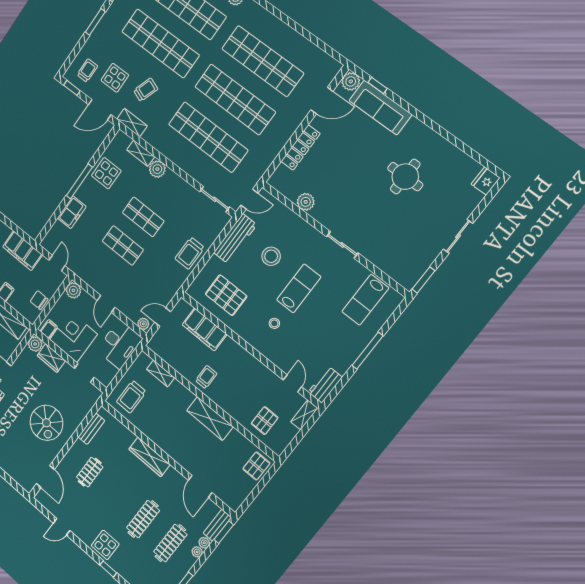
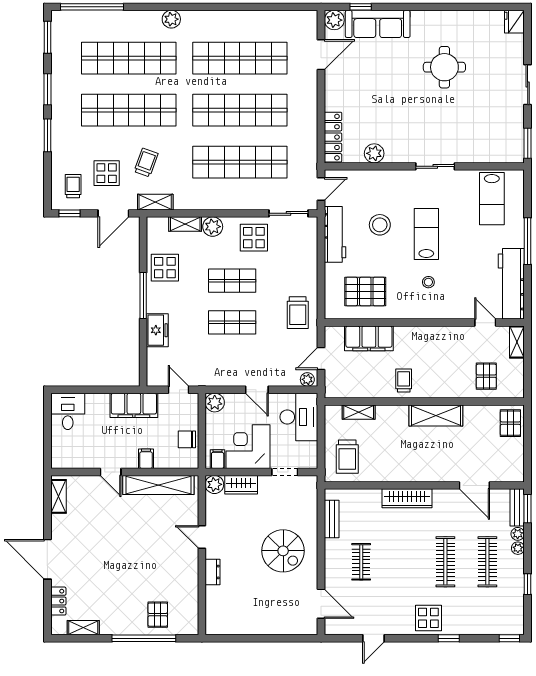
locker: (301, 147) -> (333, 137), moved
display table: (179, 198) -> (254, 238), added
trolley: (190, 253) -> (298, 313), moved
workbench: (325, 385) -> (511, 284), width x1.88, depth x1.32

